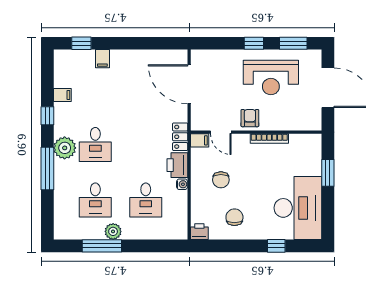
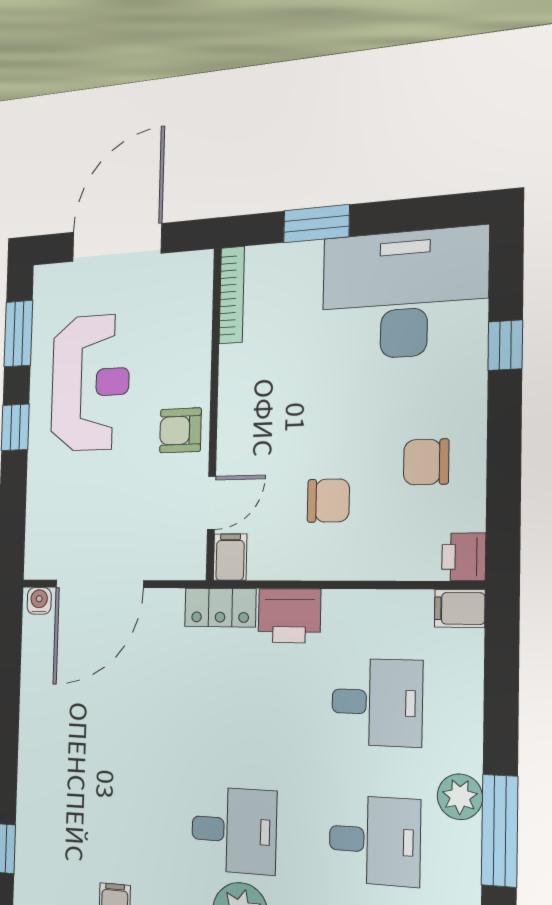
filing cabinet: (102, 59) -> (460, 608), moved, turned 180
bookcase: (269, 139) -> (232, 295), moved
water cooler: (182, 184) -> (39, 601), moved

